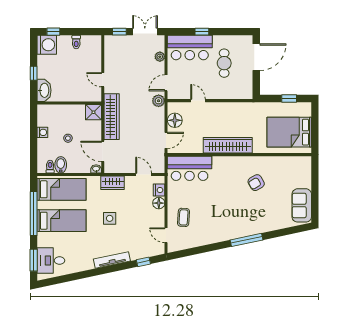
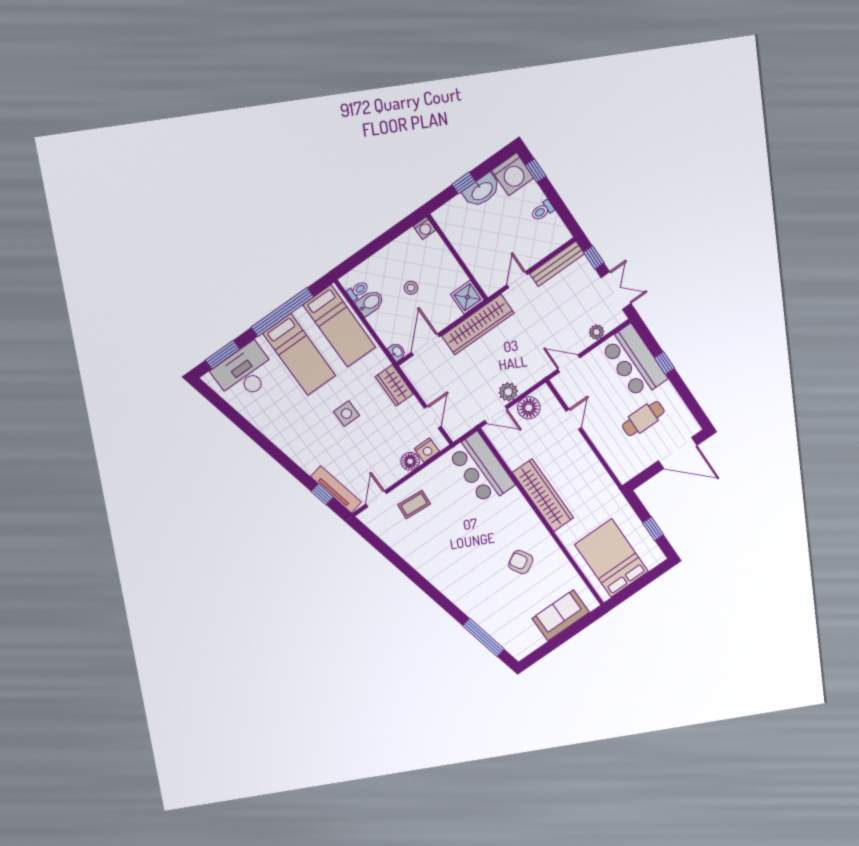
bench: (109, 53) -> (557, 264), added
washbasin: (44, 90) -> (482, 191), moved
plant: (159, 101) -> (508, 392), moved
washing machine: (42, 132) -> (424, 228), moved
sofa: (302, 205) -> (561, 615), moved
window: (246, 240) -> (483, 637), moved
tv unit: (112, 260) -> (336, 489), moved
desk: (51, 261) -> (245, 373), width x1.37

